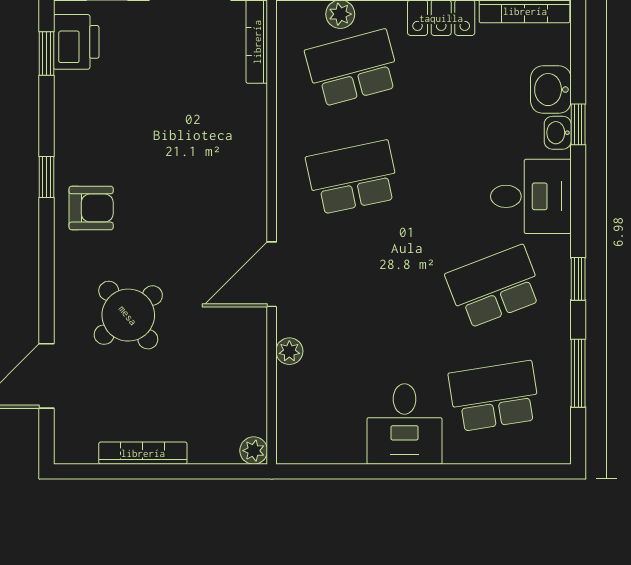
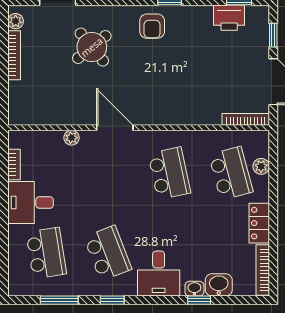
printer: (76, 42) -> (229, 18), moved
plant: (254, 451) -> (16, 21), moved
bookcase: (337, 453) -> (14, 164), added

